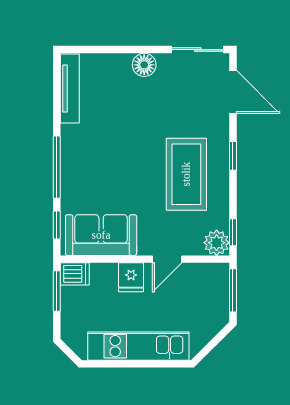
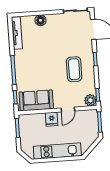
floor lamp: (144, 65) -> (41, 20), moved
coffee table: (186, 174) -> (74, 69), width x0.73, depth x0.76
dishwasher: (75, 274) -> (25, 119), removed

